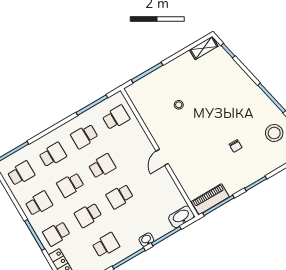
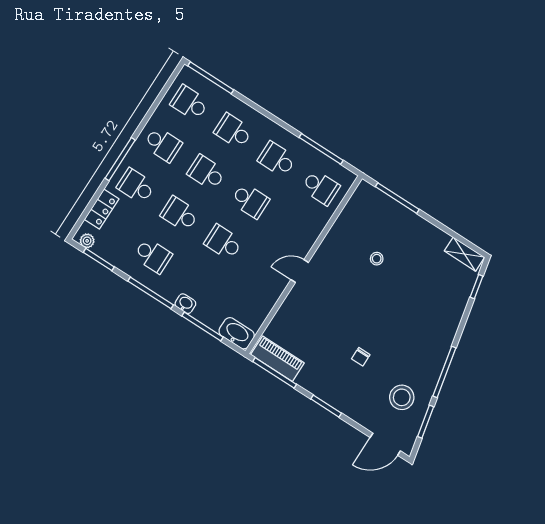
school desk: (53, 155) -> (233, 131), turned 180
school desk: (21, 173) -> (189, 103), turned 180

